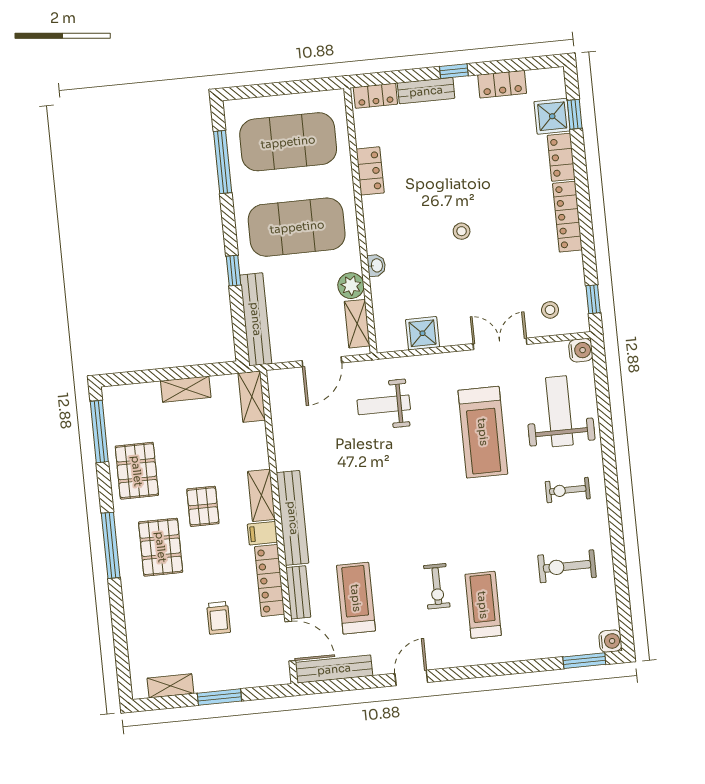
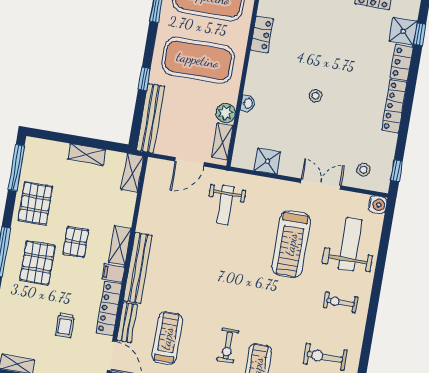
weight bench: (384, 405) -> (225, 205), turned -90

